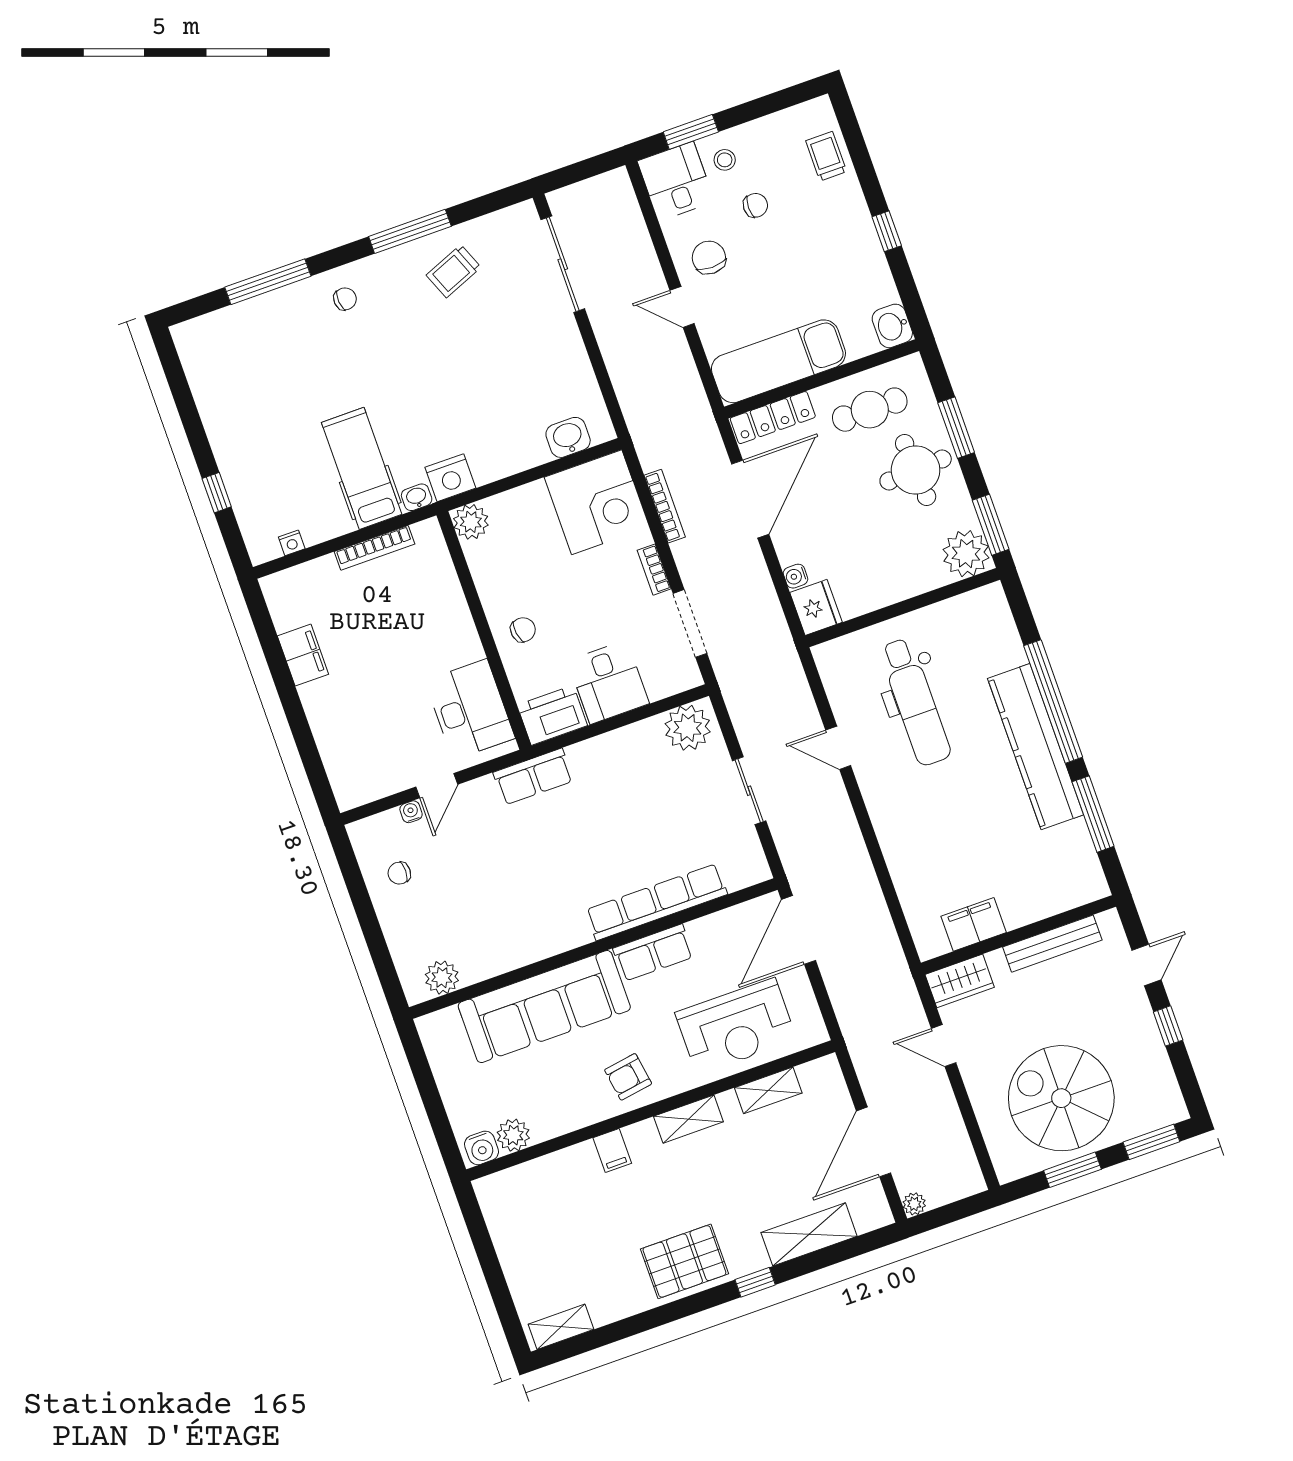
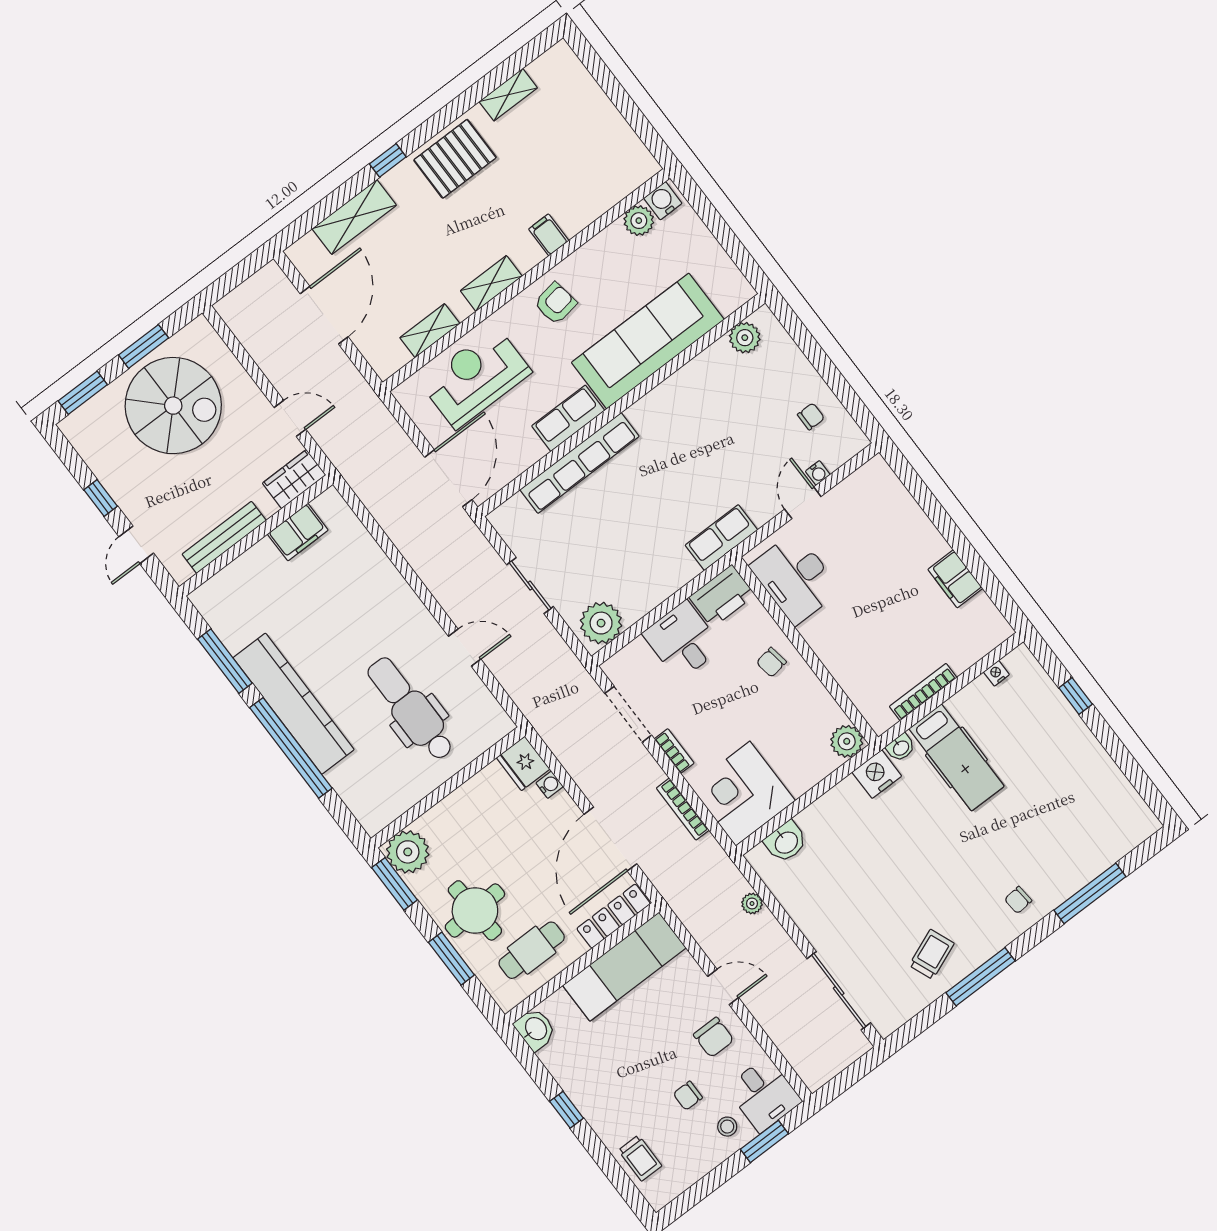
plant: (914, 1204) -> (752, 903), moved
shelving: (561, 1327) -> (508, 95), moved

